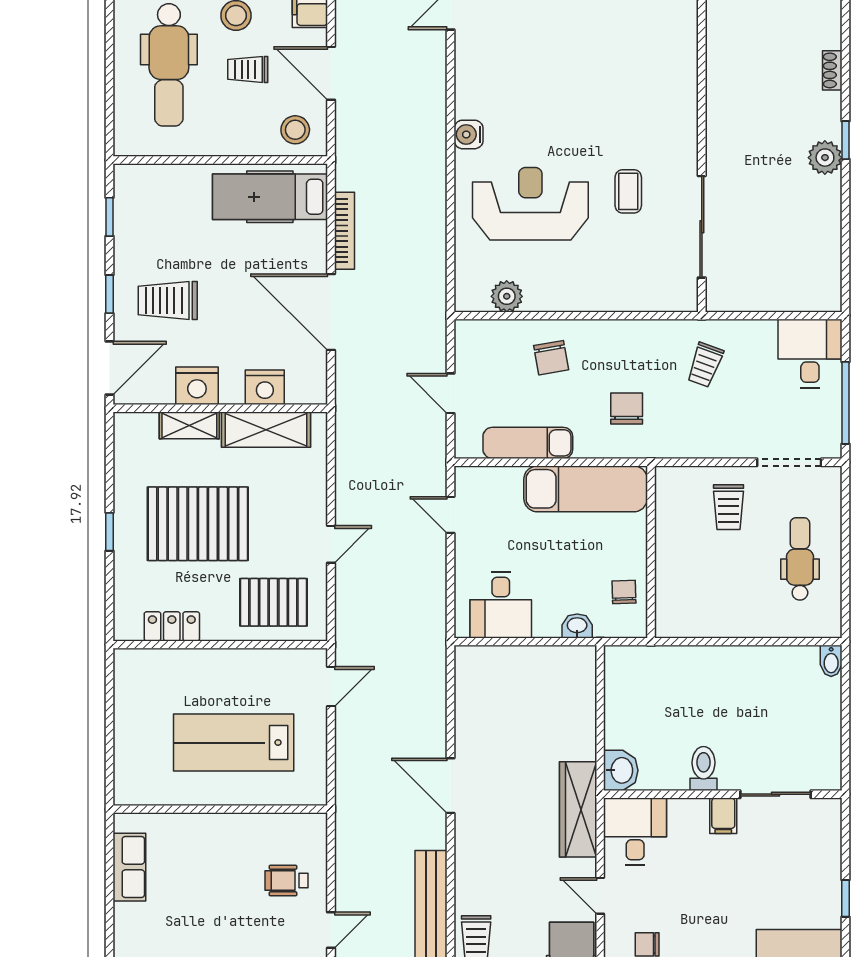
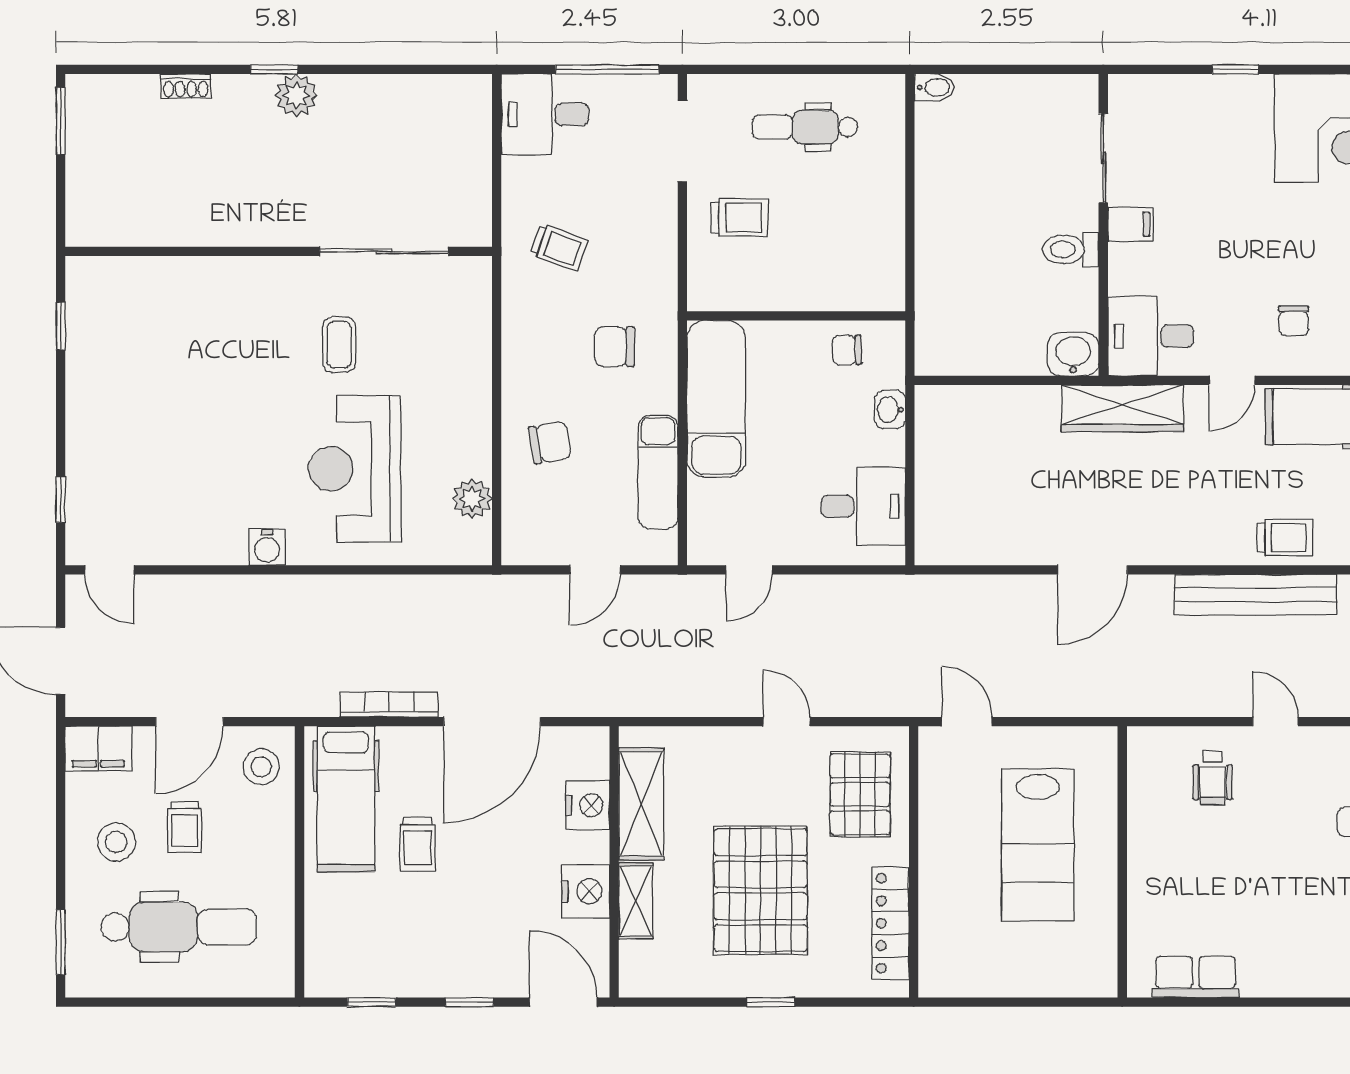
coffee table: (628, 191) -> (339, 345), turned 90
trolley: (168, 301) -> (417, 844), moved, width x0.73, depth x0.72
locker: (172, 626) -> (891, 923), width x1.53

